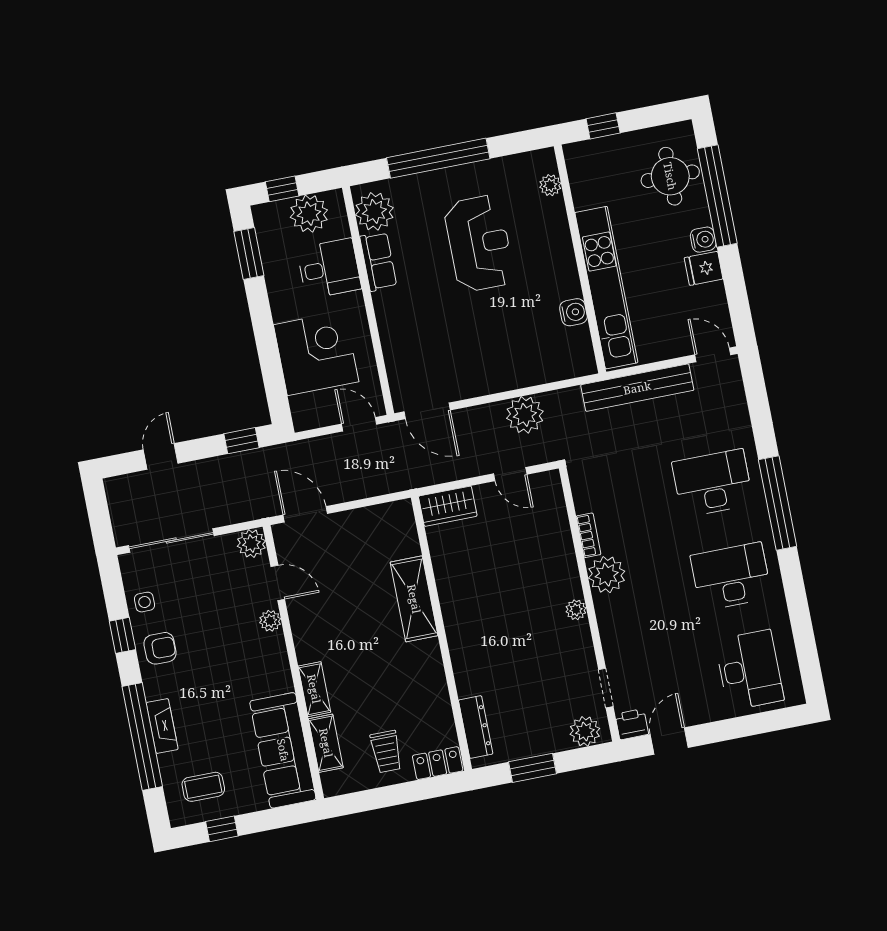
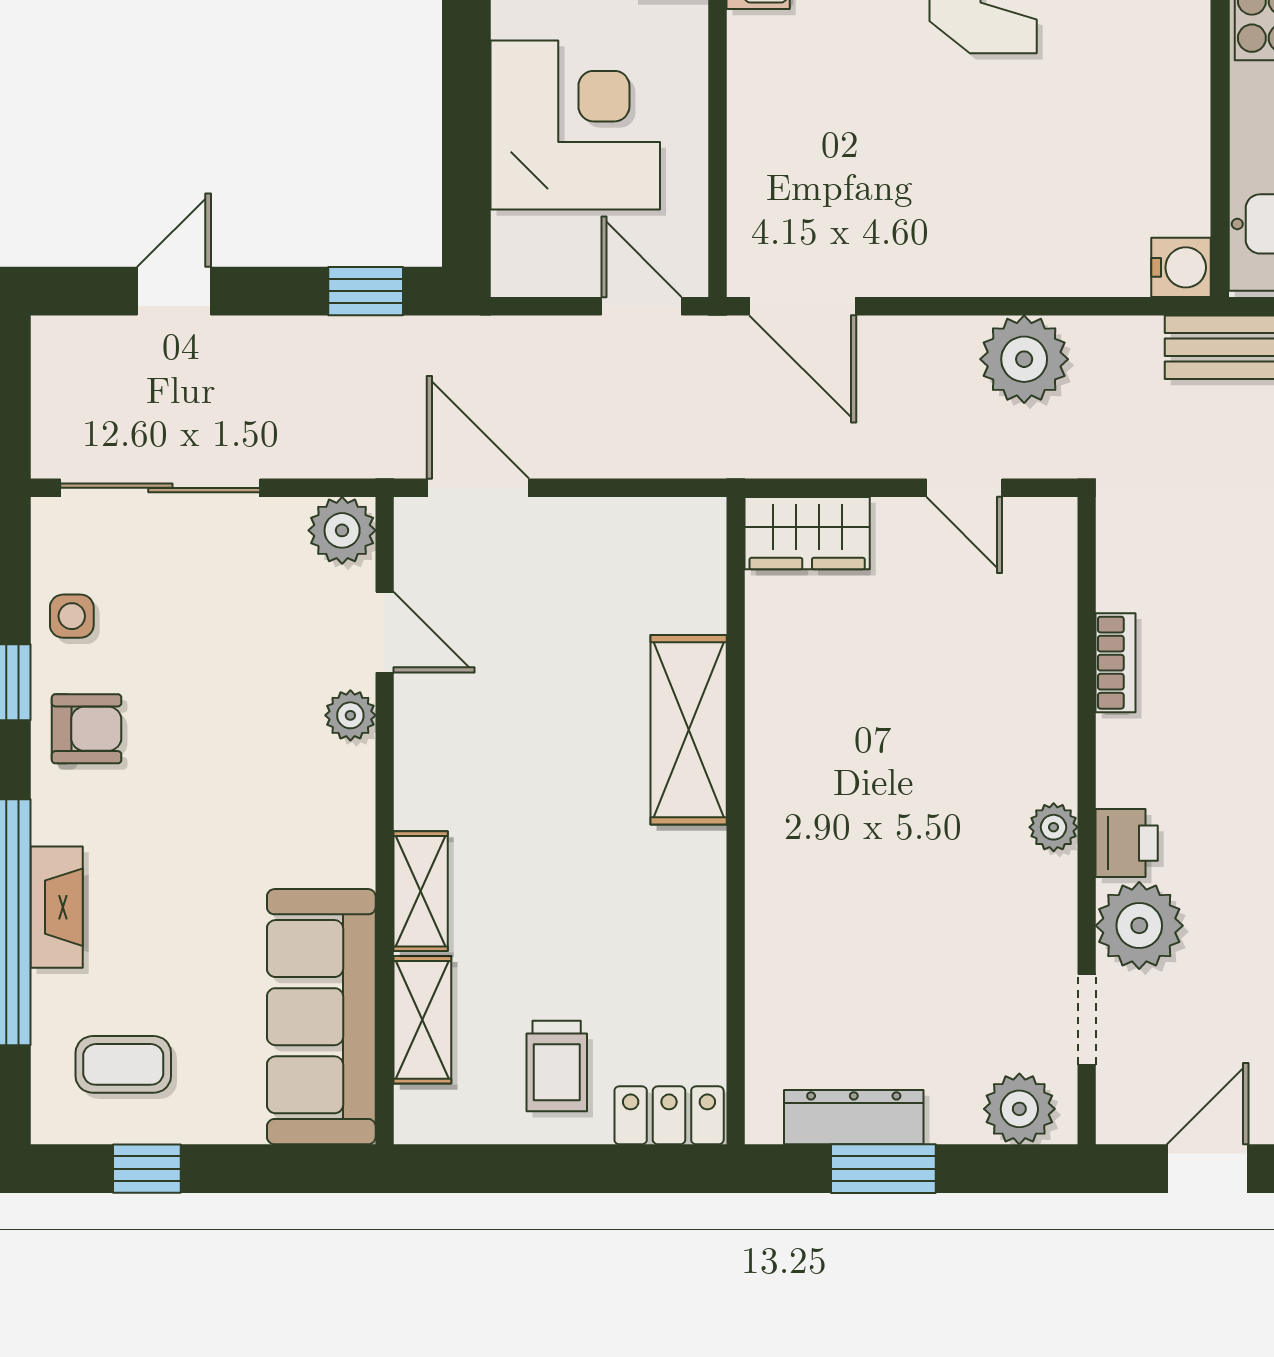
water cooler: (573, 312) -> (1181, 267), moved
plant: (607, 575) -> (1139, 926), moved
printer: (632, 724) -> (1127, 843), moved, turned 90
dresser: (476, 727) -> (854, 1117), moved, turned -90

